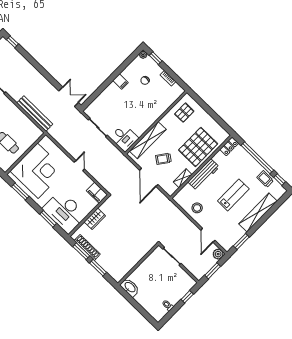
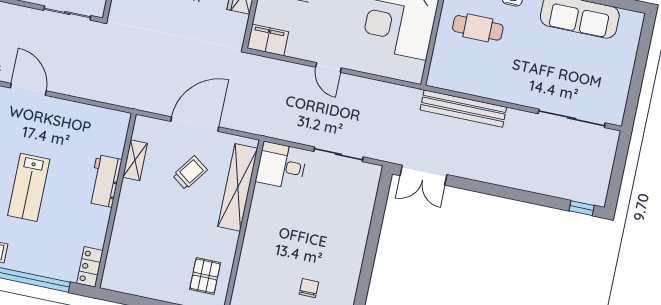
filing cabinet: (120, 82) -> (350, 259), removed
pallet: (198, 147) -> (143, 232), removed
workbench: (204, 175) -> (105, 181), width x0.73
door: (149, 177) -> (195, 124), hinge flipped
stool: (197, 208) -> (77, 125), removed

